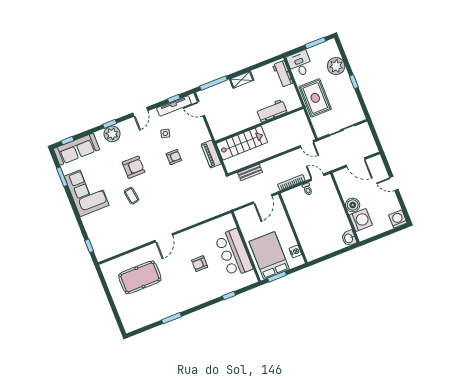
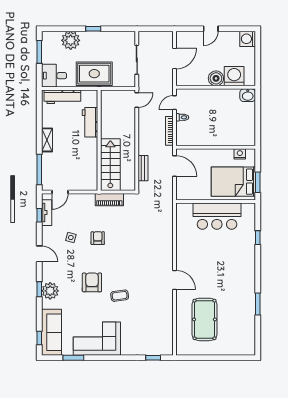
workbench: (283, 74) -> (62, 97), width x1.38
tv unit: (174, 106) -> (47, 213), width x0.71
armchair: (200, 264) -> (214, 254), removed

